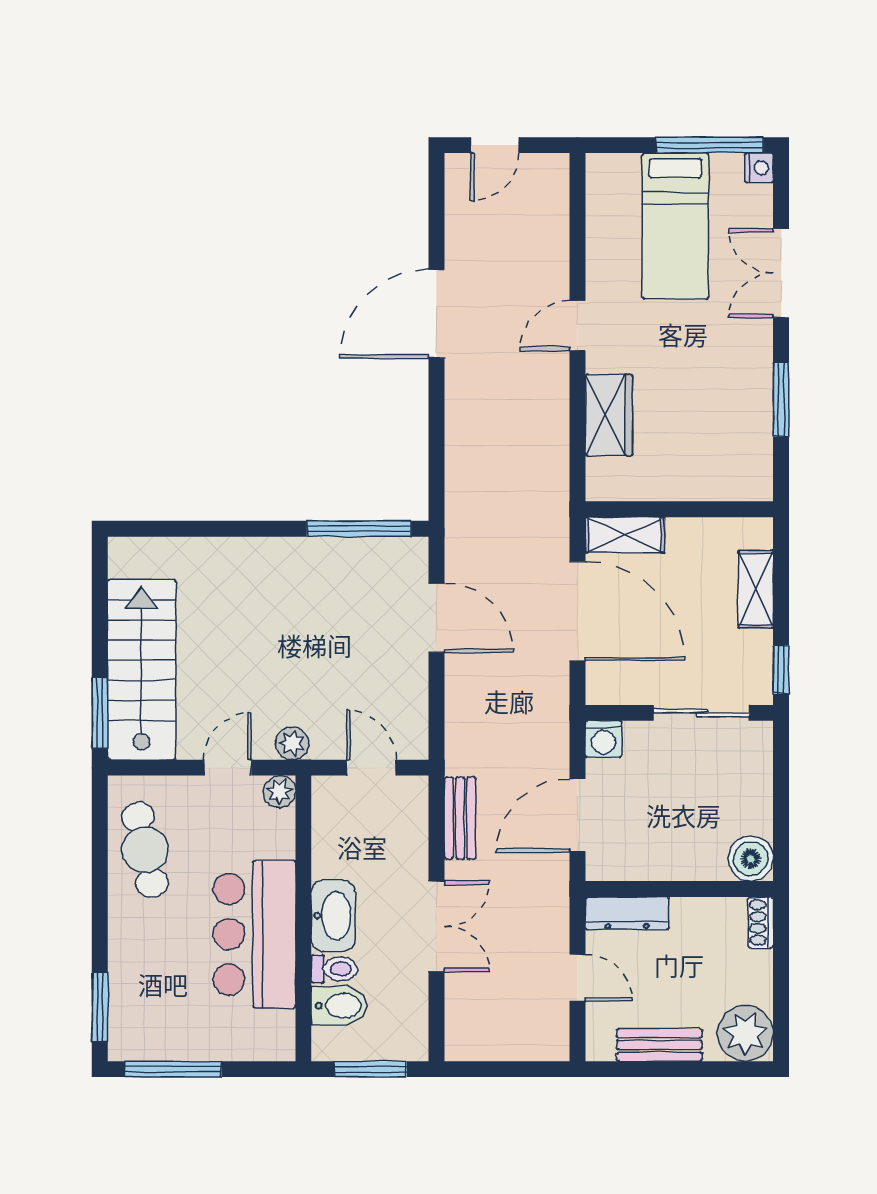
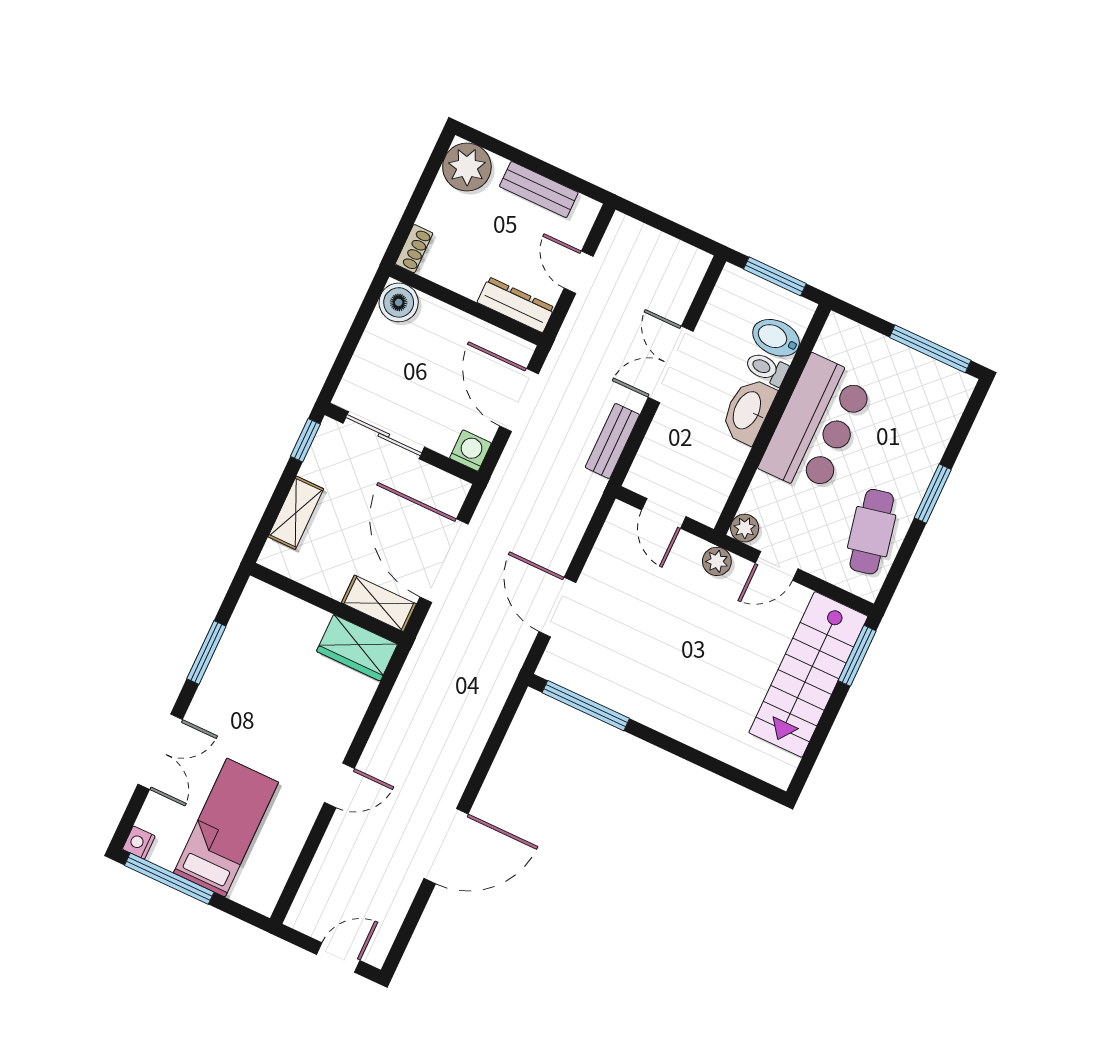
wardrobe: (609, 415) -> (357, 648), moved, turned -90
door: (577, 815) -> (519, 400), swing flipped
window: (100, 1007) -> (933, 494), moved

